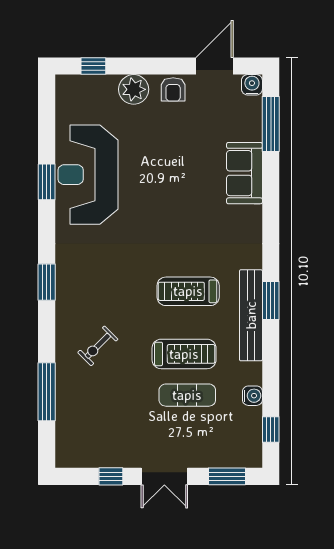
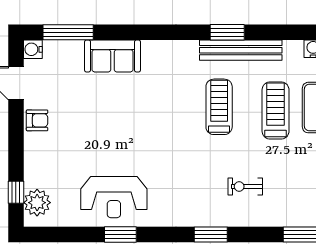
plant: (134, 89) -> (37, 203), moved
reception desk: (88, 175) -> (114, 197), width x0.74, depth x0.77
treadmill: (188, 291) -> (219, 107), turned 180
exercise bike: (98, 346) -> (245, 186), moved, turned 135

